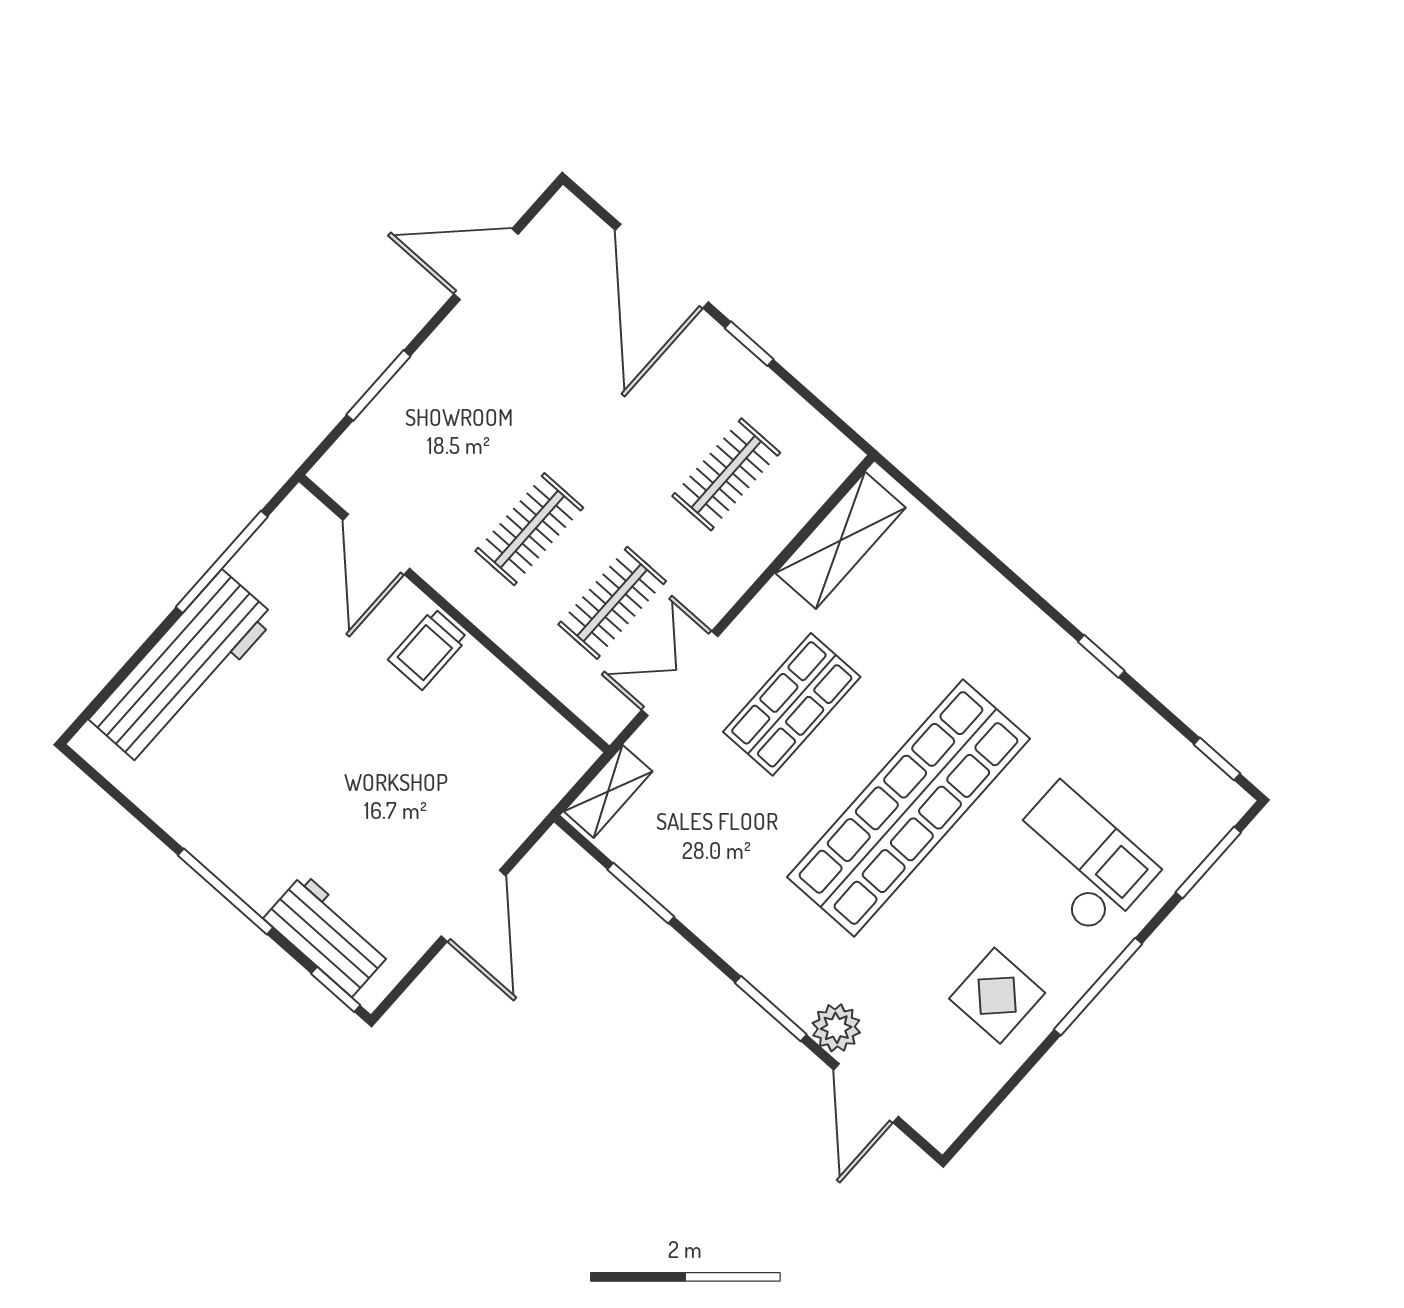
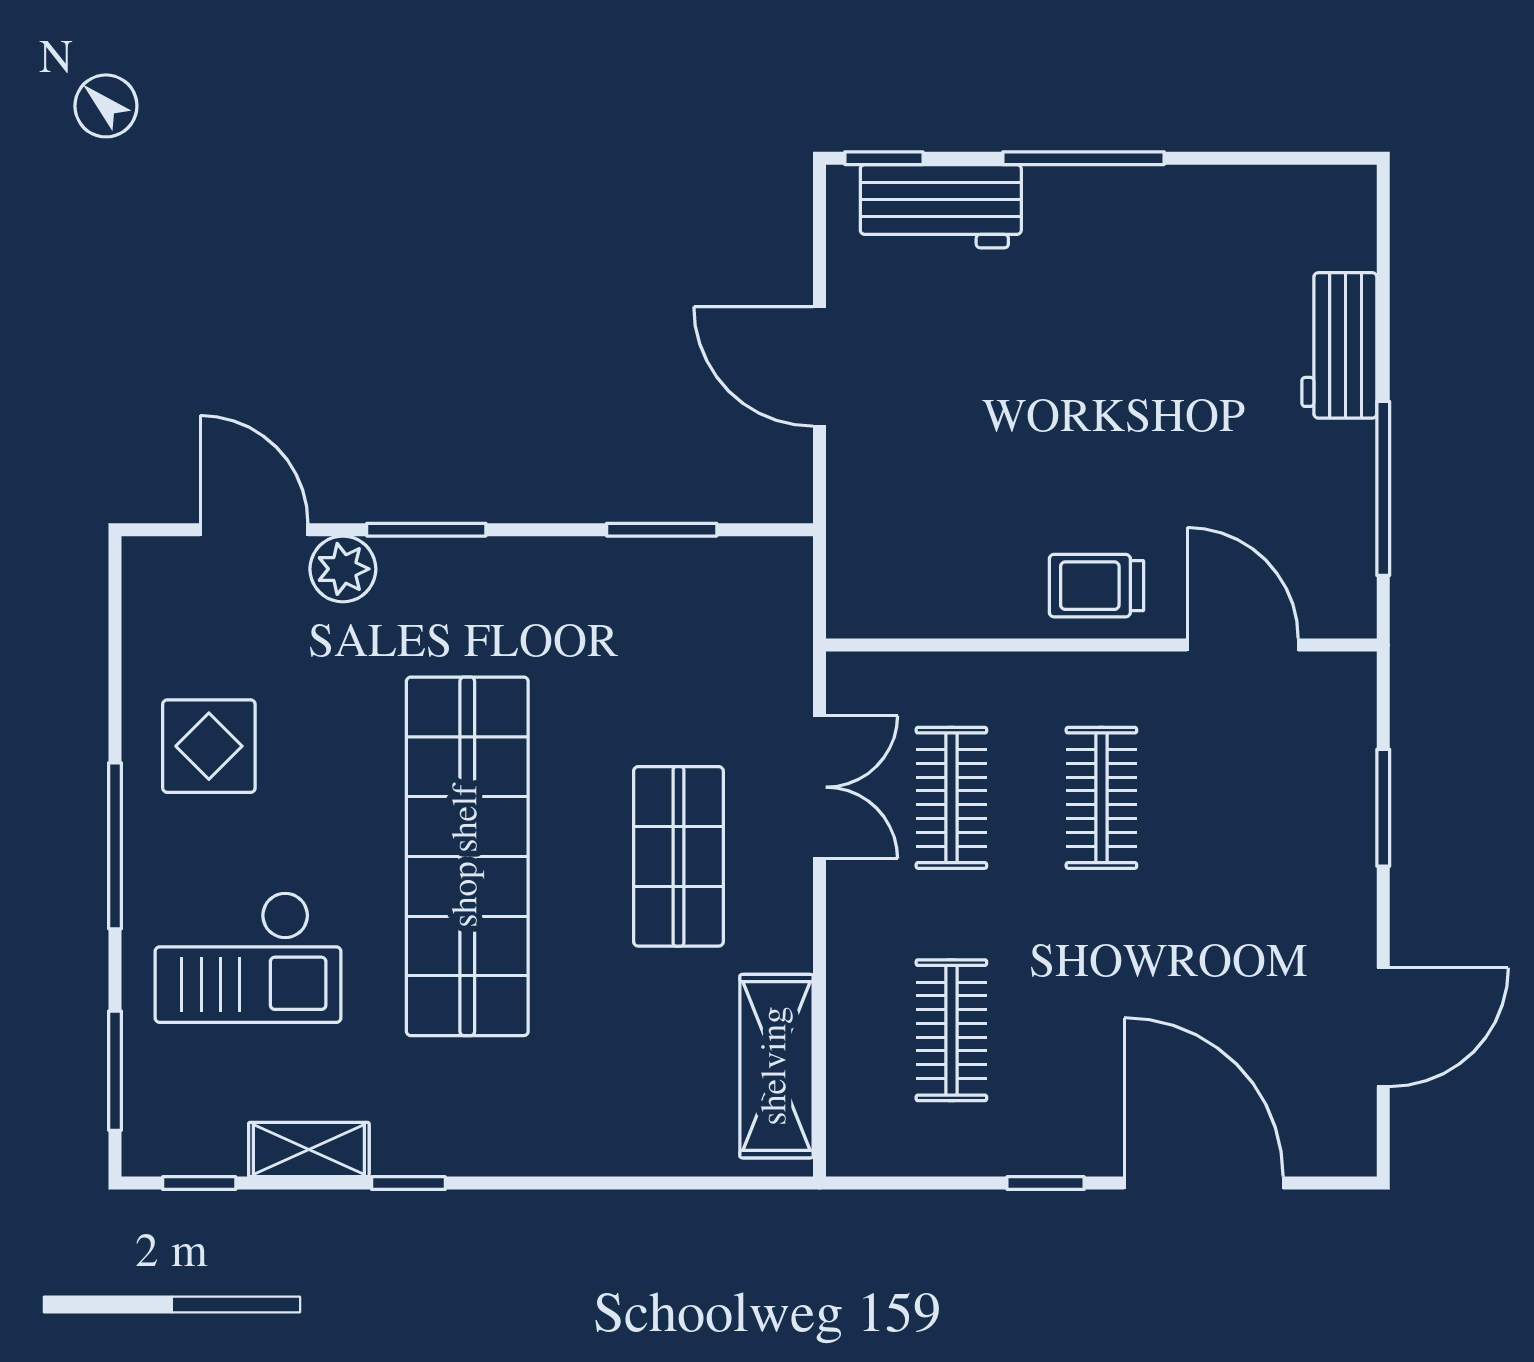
trolley: (428, 649) -> (1096, 586), turned -90
workbench: (183, 668) -> (1339, 345), width x0.53, depth x0.76
shelving: (608, 791) -> (309, 1149), moved, turned 90

